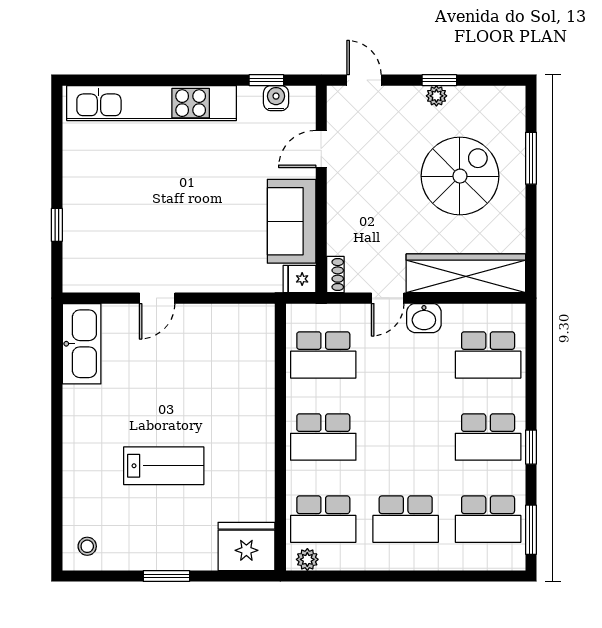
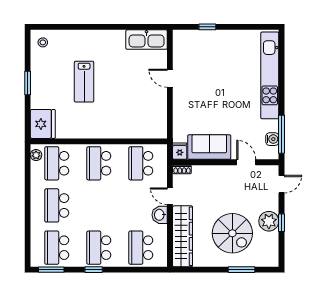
window: (266, 80) -> (282, 134), width x2.17
plant: (436, 96) -> (269, 221), width x1.87, depth x1.87

